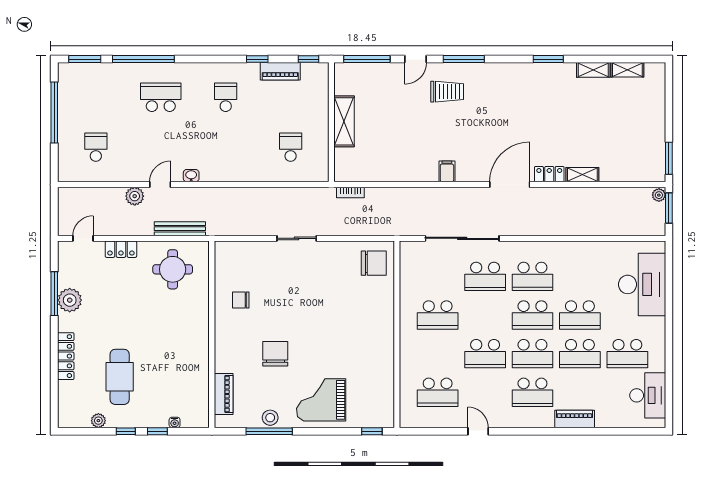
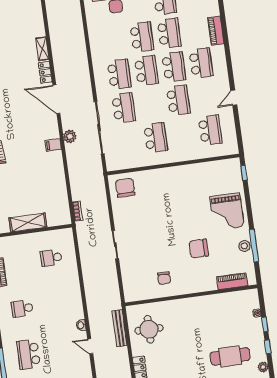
plant: (135, 196) -> (70, 136), moved

